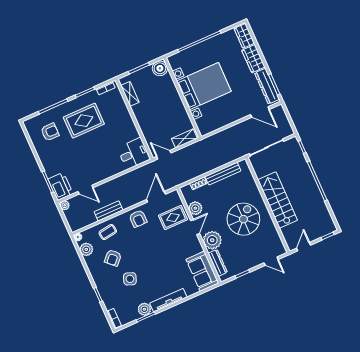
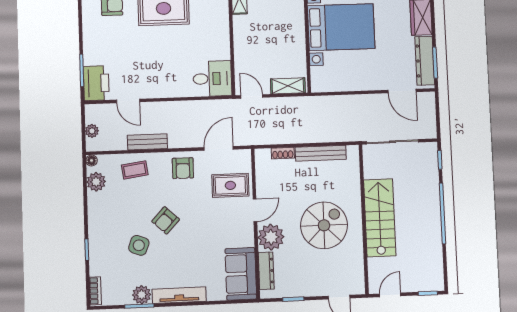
plant: (65, 205) -> (92, 131), moved
plant: (195, 208) -> (265, 185), removed
armchair: (113, 258) -> (166, 220), moved

